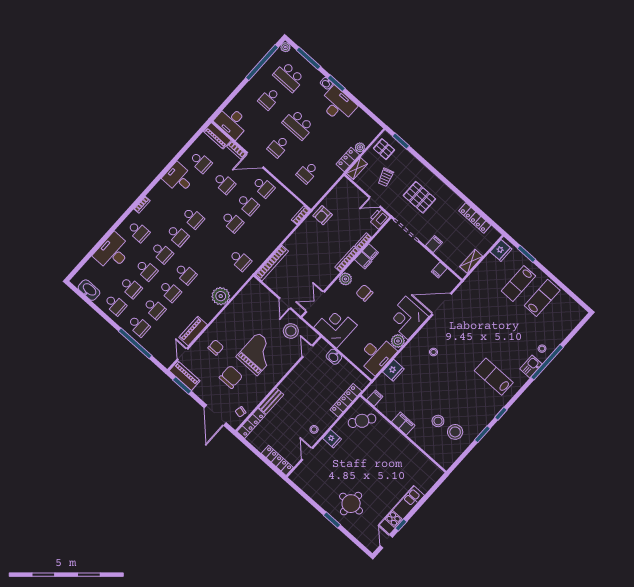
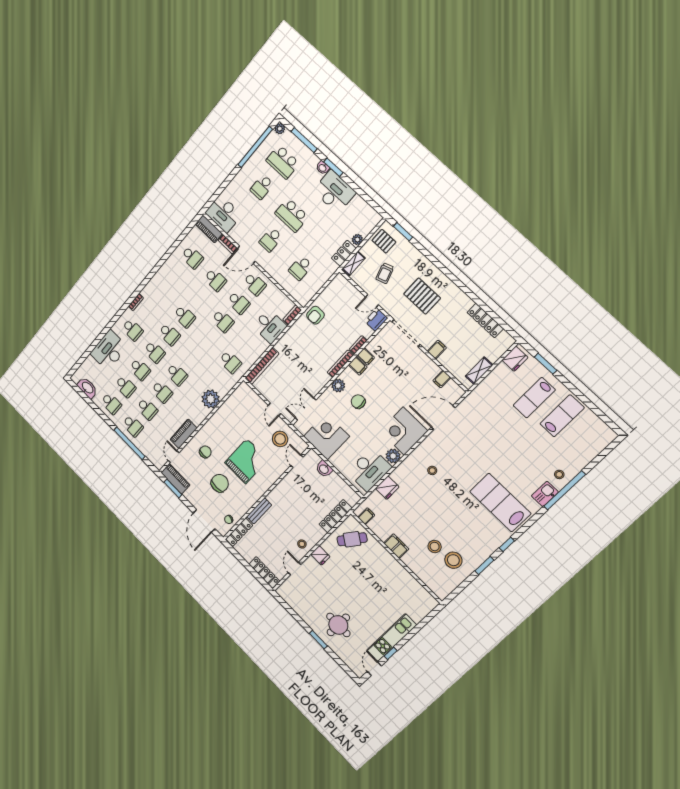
desk: (179, 178) -> (270, 326), moved, turned 180
lab bench: (494, 377) -> (500, 502), width x1.36, depth x1.39

